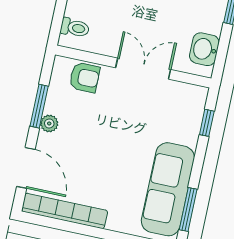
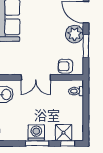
plant: (49, 124) -> (75, 34), width x1.87, depth x1.87

